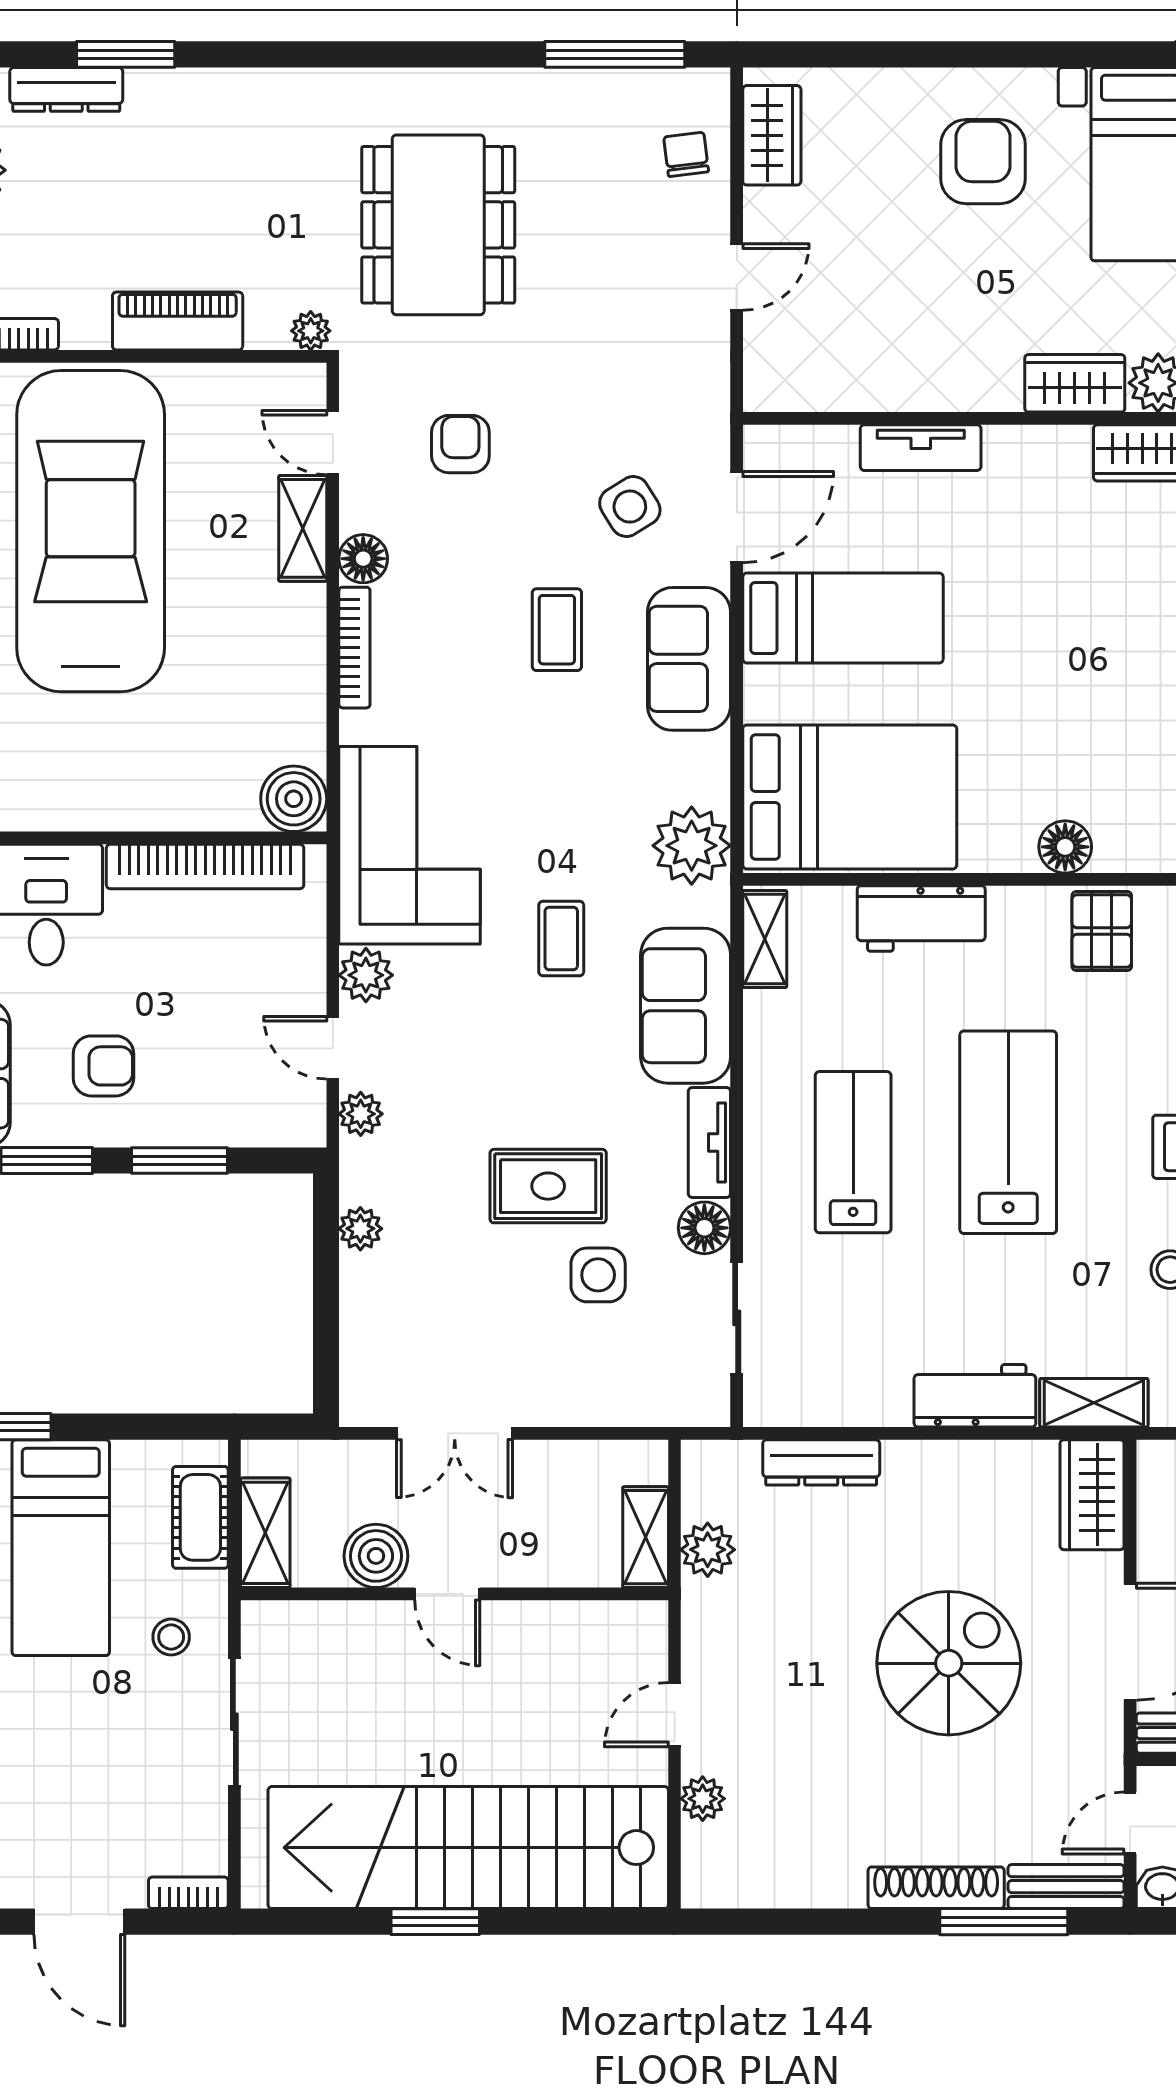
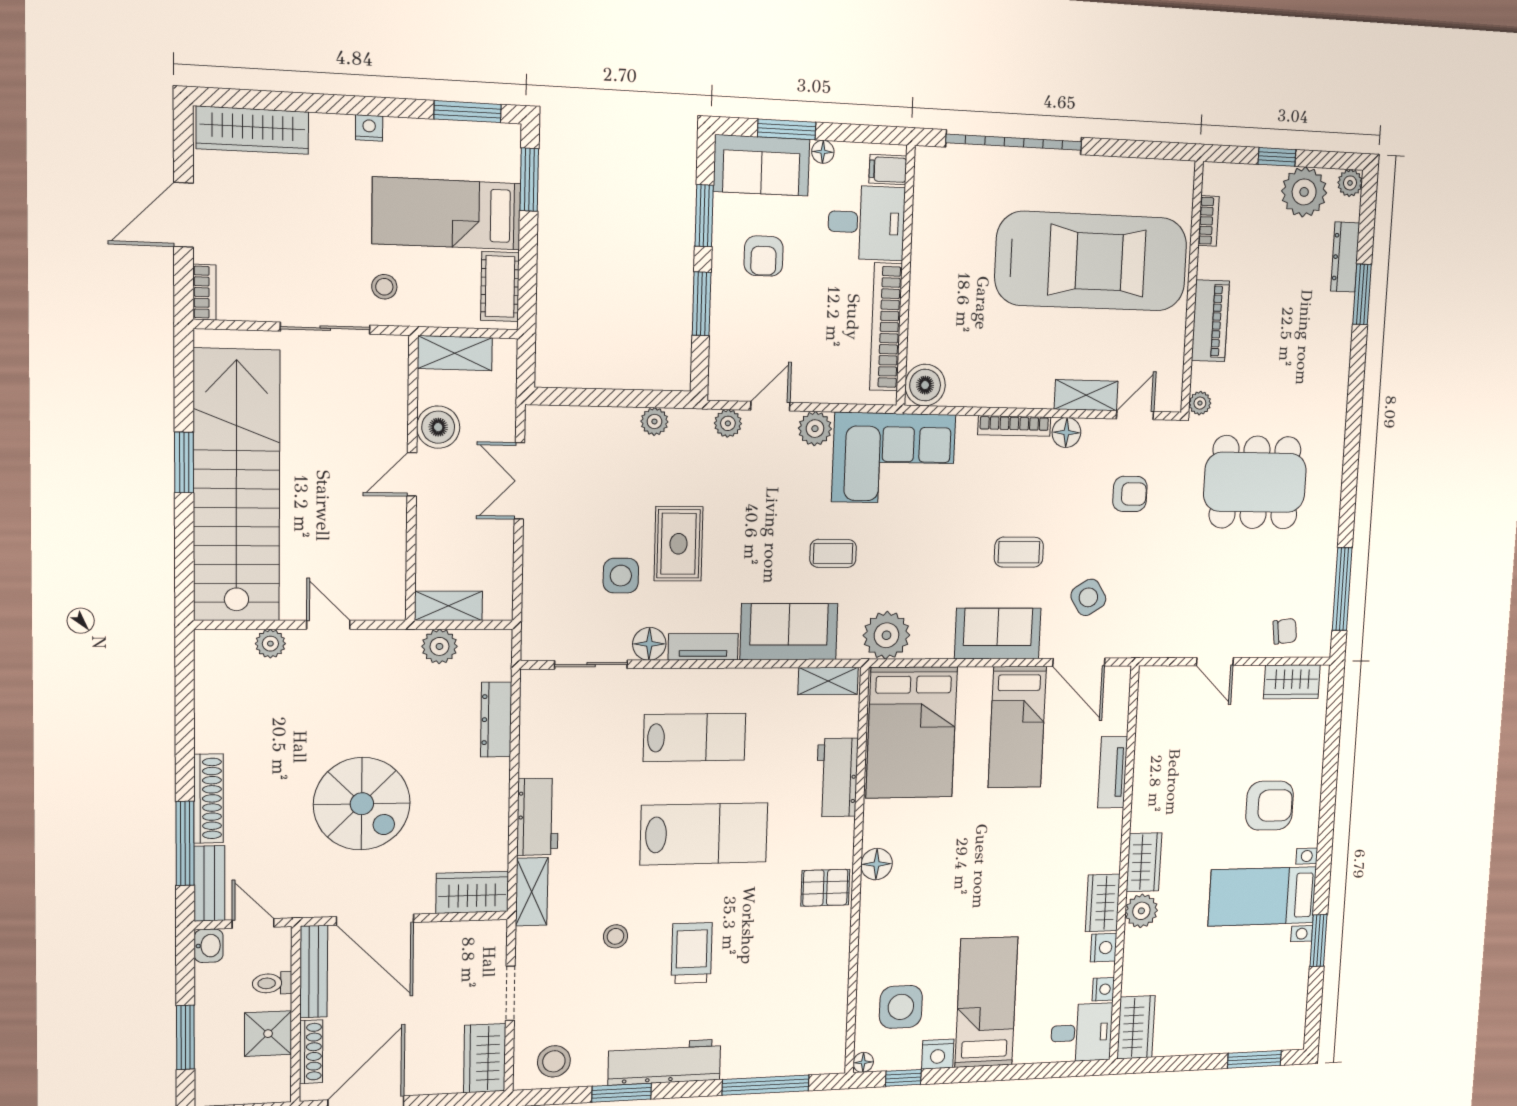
cot: (200, 1517) -> (500, 287), moved, turned 90

